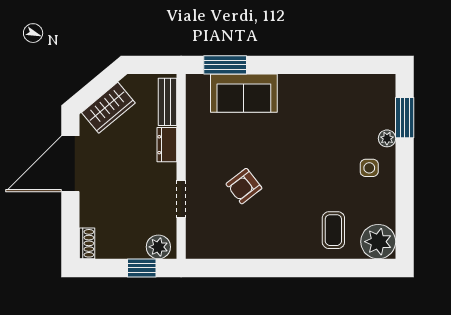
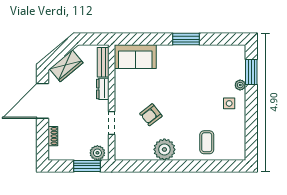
window: (225, 65) -> (186, 39), moved
sofa: (244, 93) -> (135, 57), moved
plant: (378, 242) -> (164, 149), moved
shoe rack: (87, 243) -> (53, 136), moved
window: (142, 268) -> (87, 166), width x1.50

